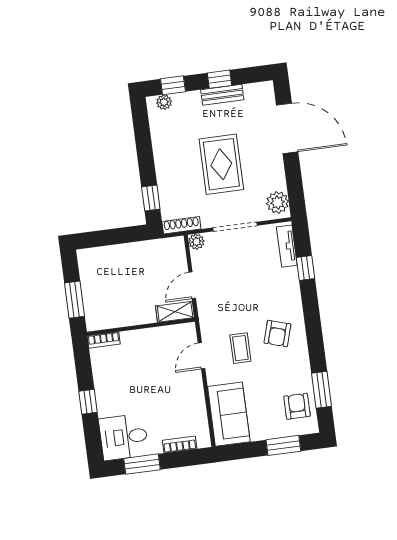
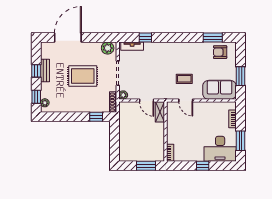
armchair: (277, 334) -> (179, 58), removed
desk: (124, 437) -> (220, 149), width x1.37
window: (283, 445) -> (240, 76), moved

